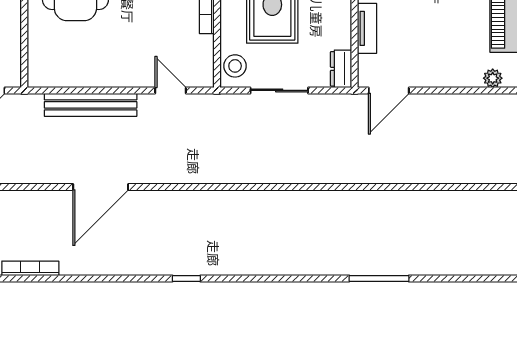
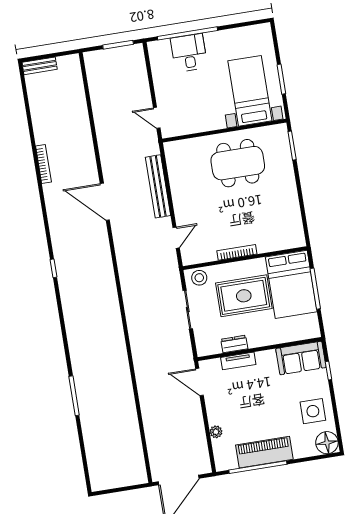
dresser: (341, 69) -> (234, 344), moved
plant: (493, 78) -> (216, 432), moved

